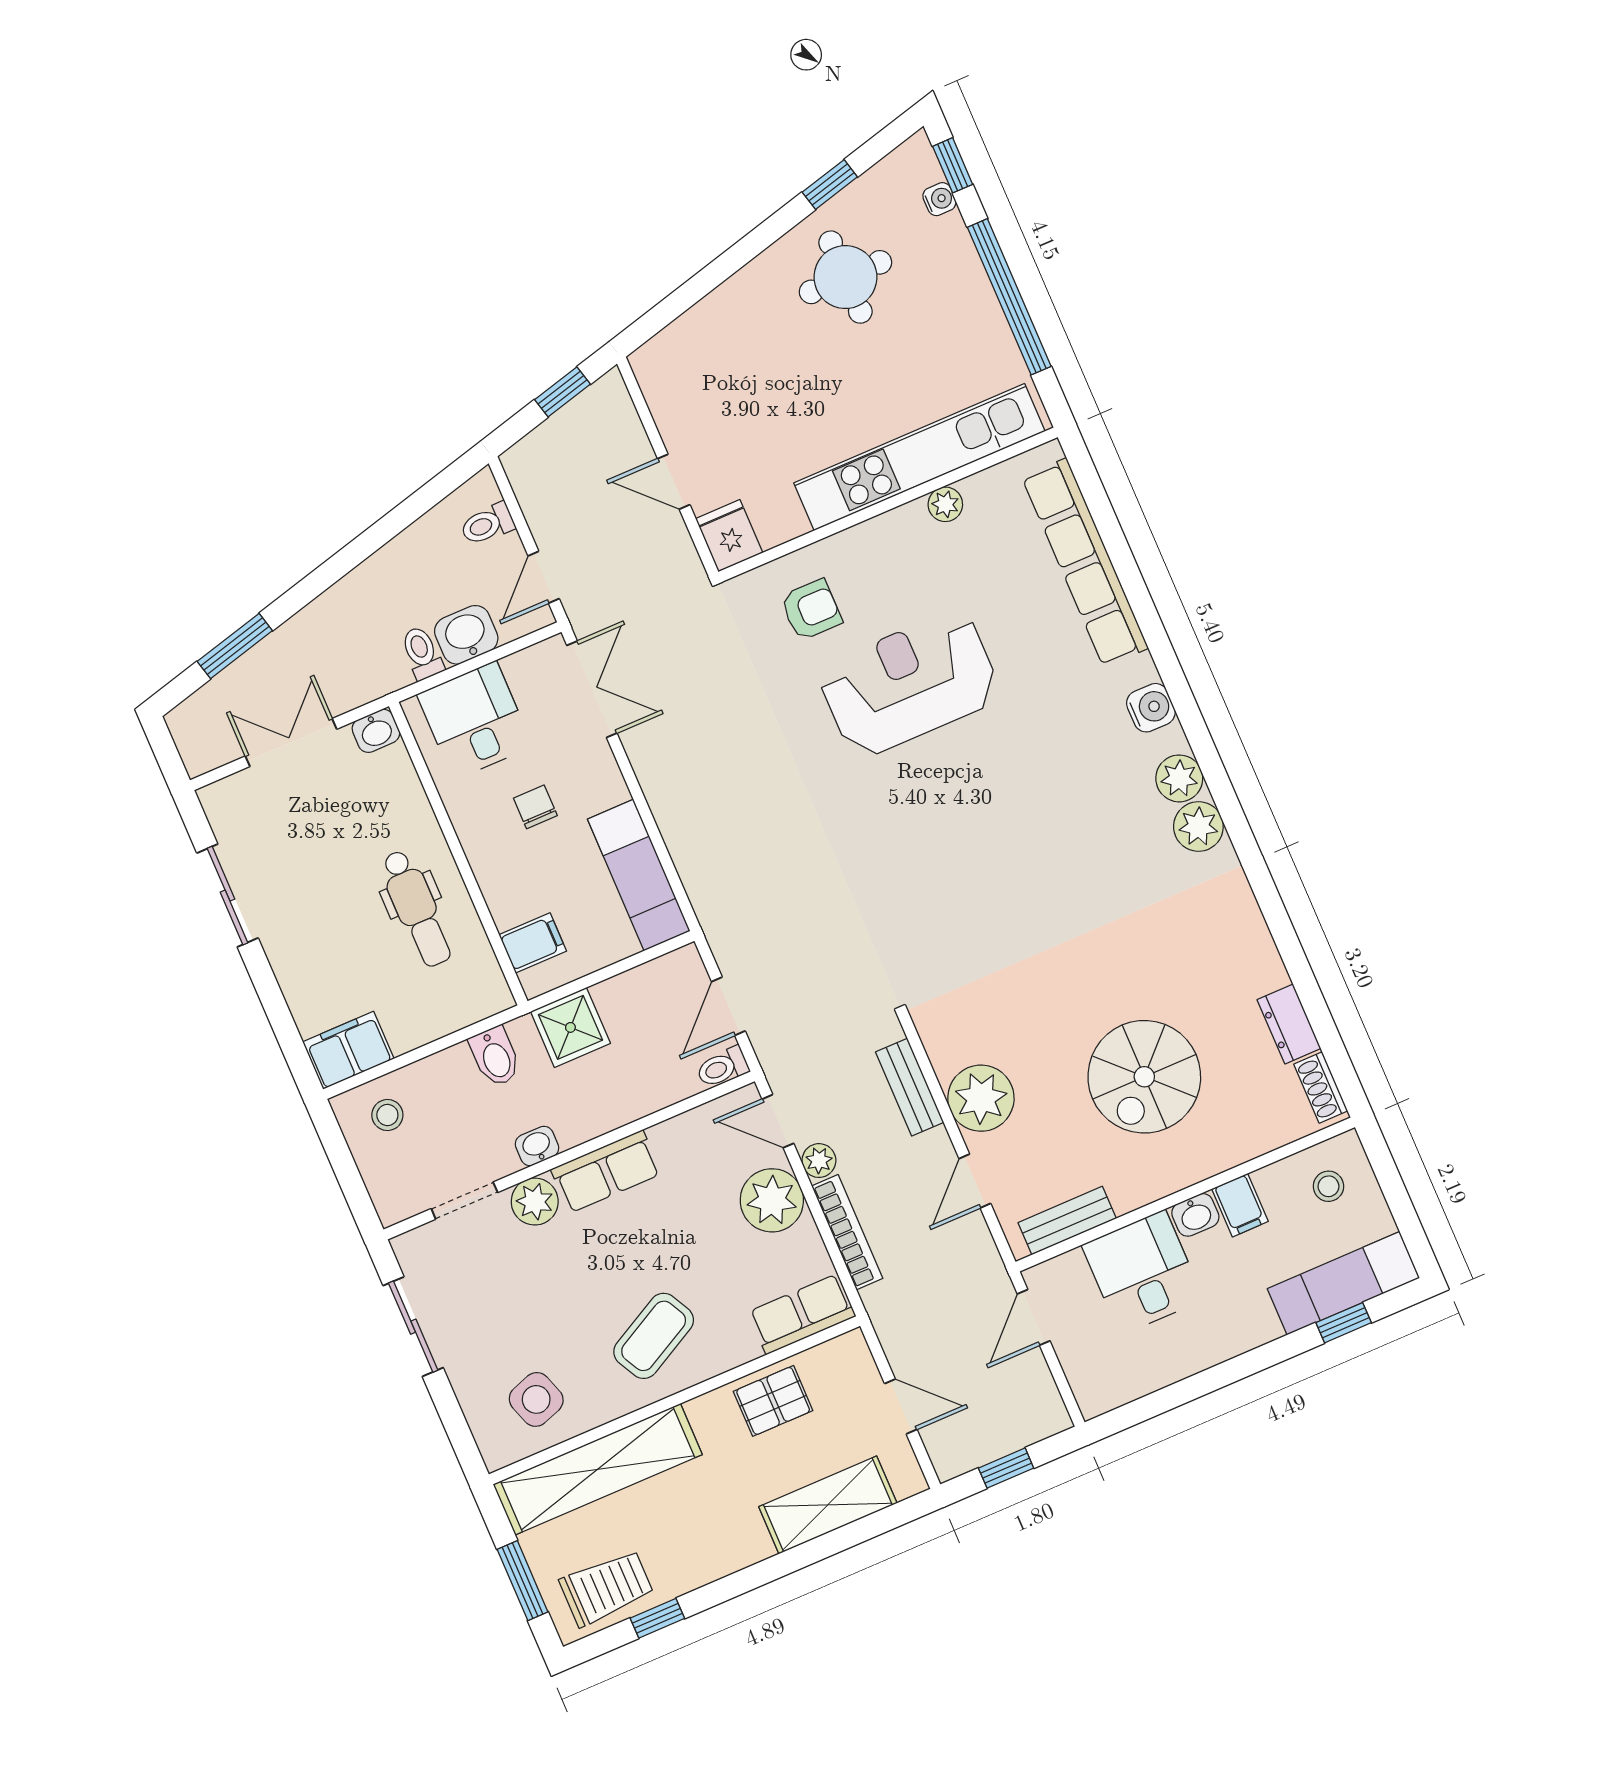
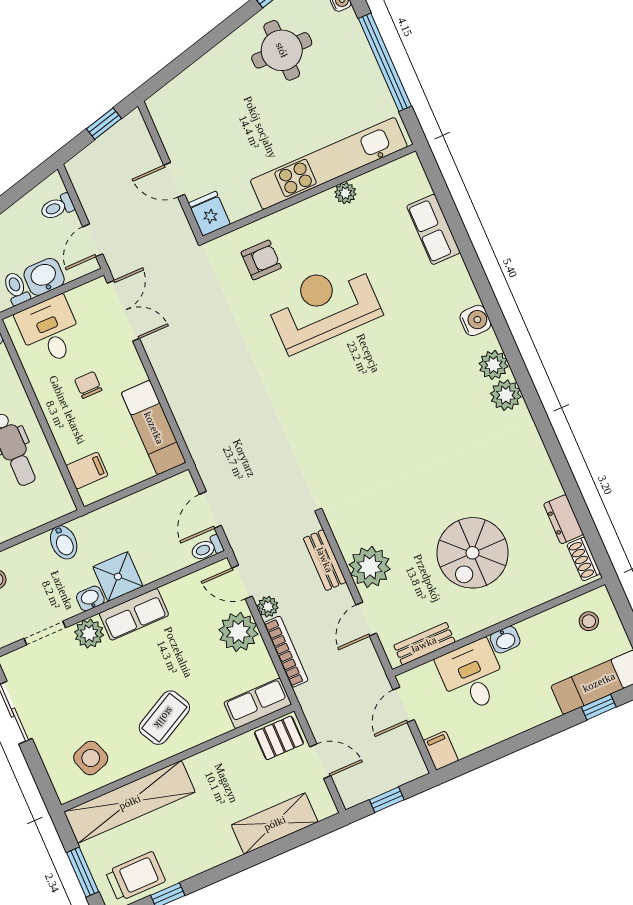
row of seats: (1085, 563) -> (433, 229), width x0.50
shower: (570, 1027) -> (118, 577), moved
filing cabinet: (1240, 1205) -> (441, 751), moved, turned 180
pallet: (773, 1401) -> (279, 738), moved

